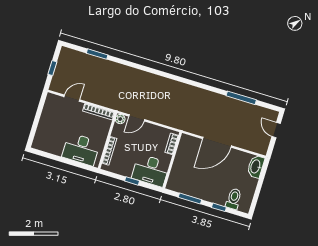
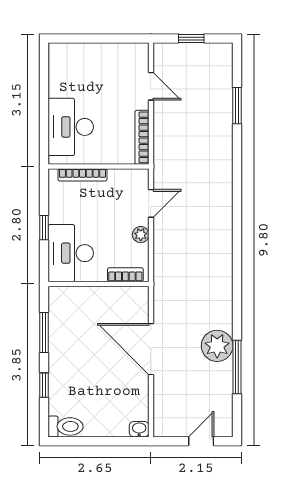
plant: (226, 105) -> (217, 346), added
door: (137, 118) -> (151, 203), swing flipped
plant: (120, 119) -> (141, 235), moved
washbasin: (256, 167) -> (139, 429), width x0.52, depth x0.69
toilet: (234, 199) -> (66, 426), moved

